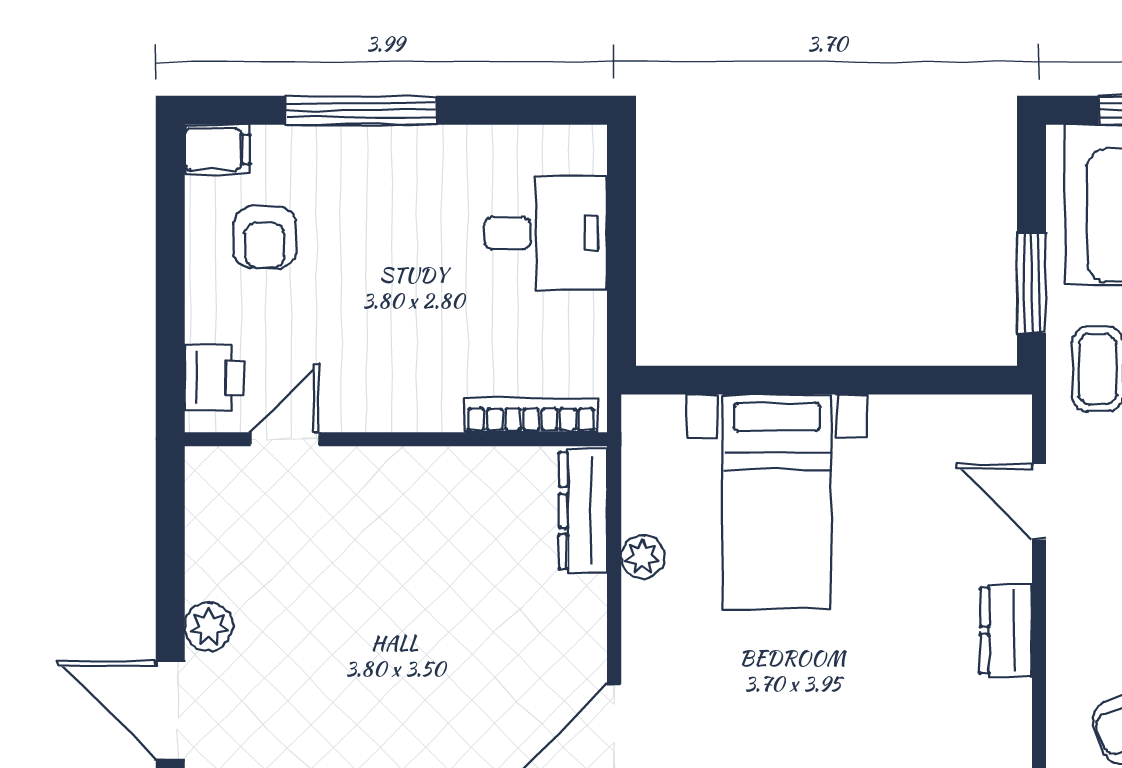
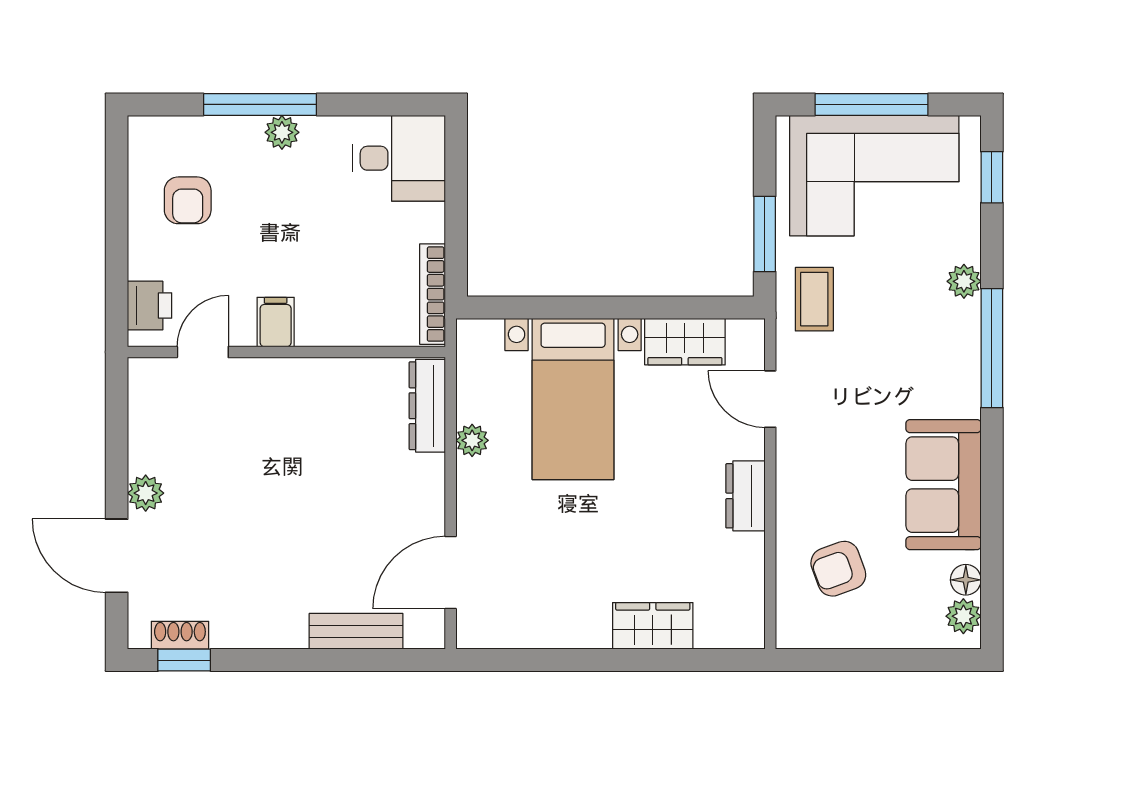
plant: (390, 147) -> (282, 132), added
filing cabinet: (218, 149) -> (276, 322), moved, turned -90
desk: (546, 233) -> (399, 158), moved
bookcase: (531, 415) -> (433, 294), moved, turned -90
wardrobe: (926, 426) -> (685, 342), added

